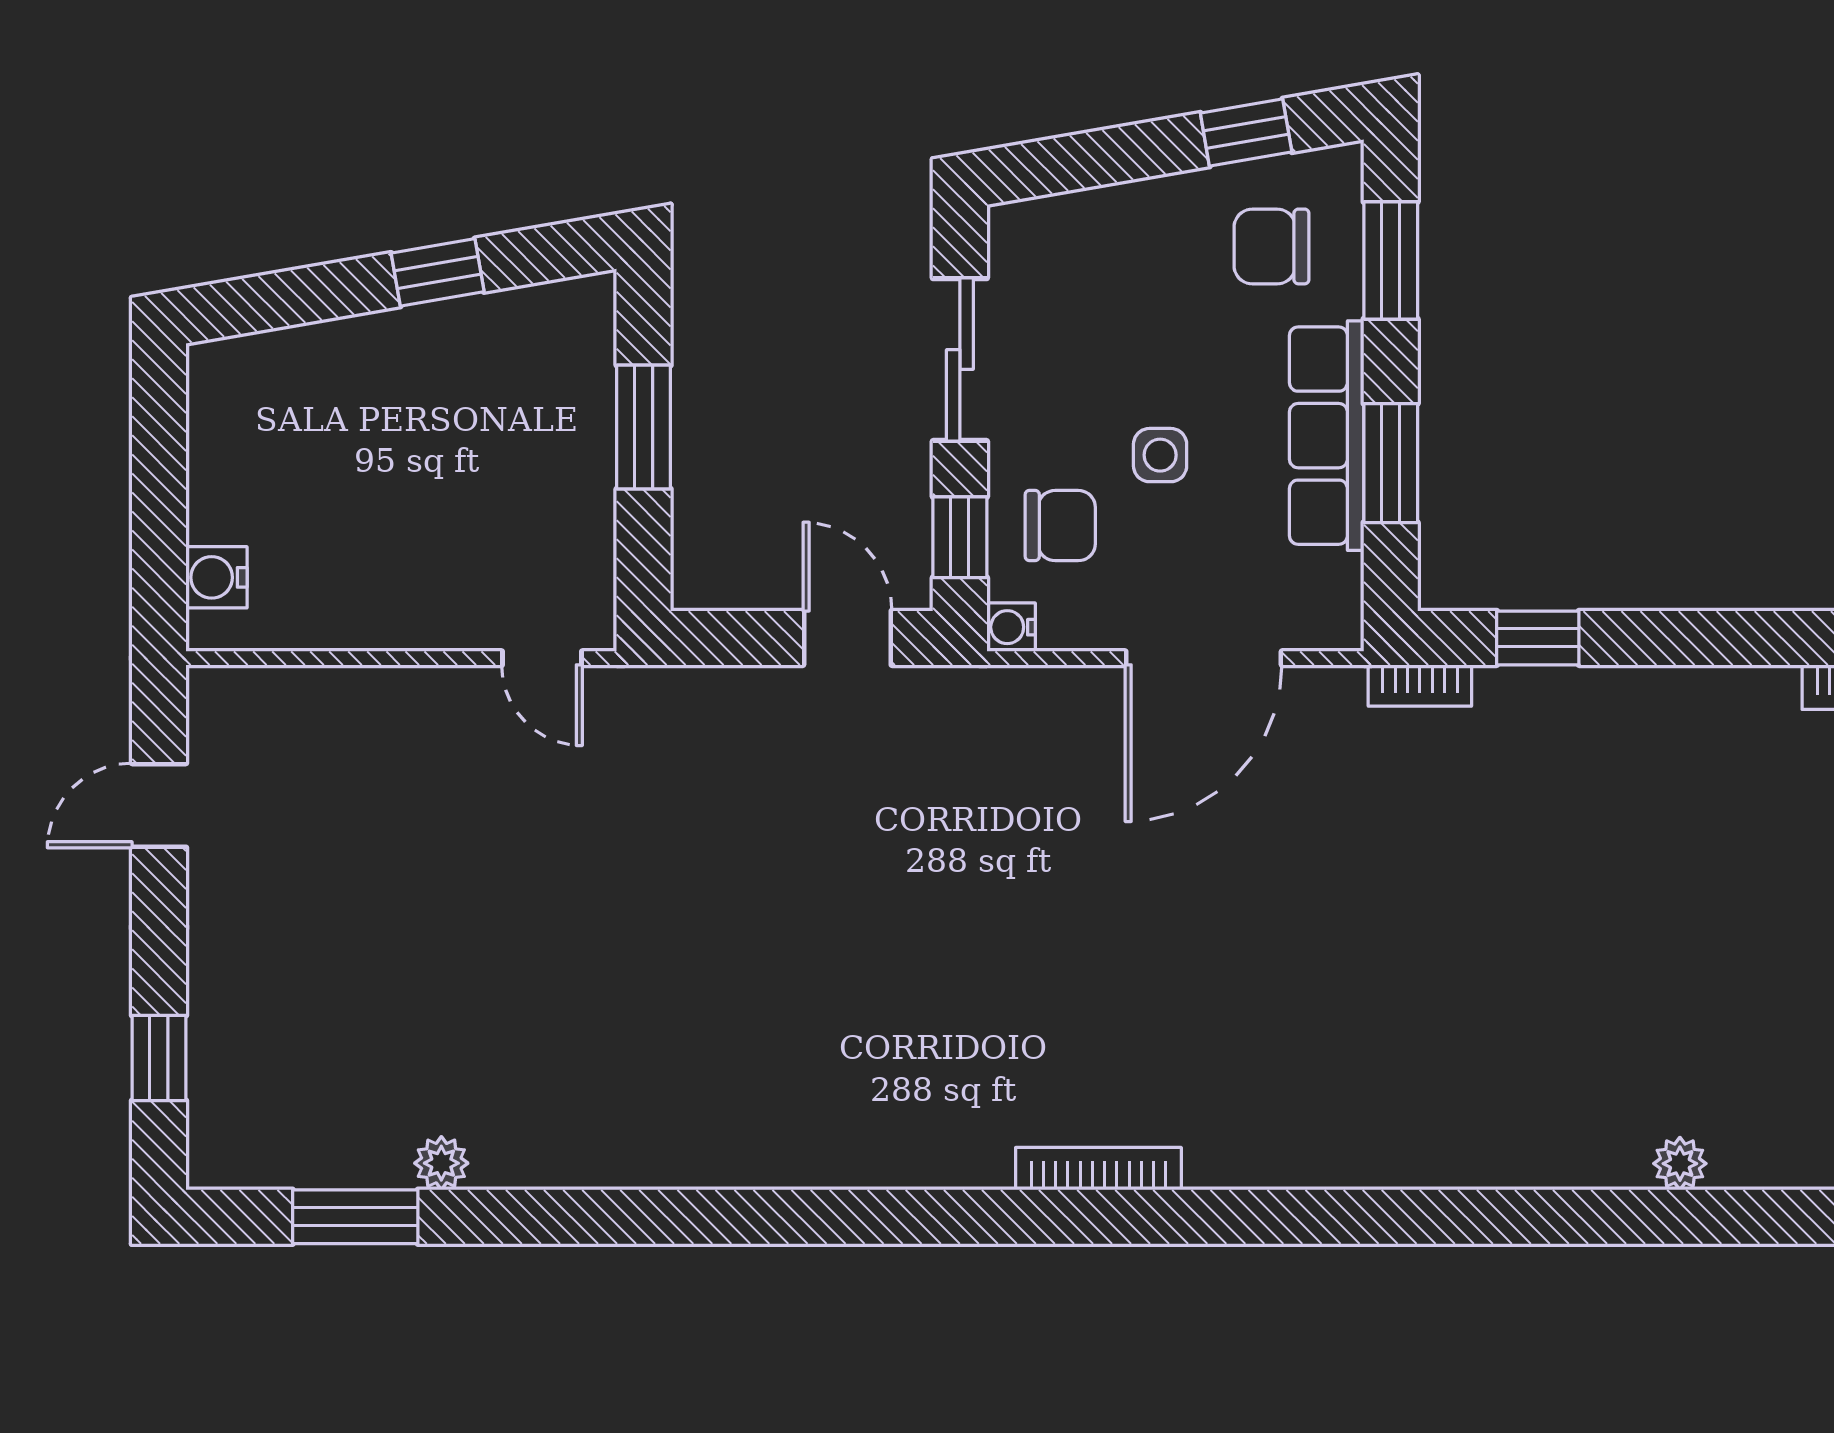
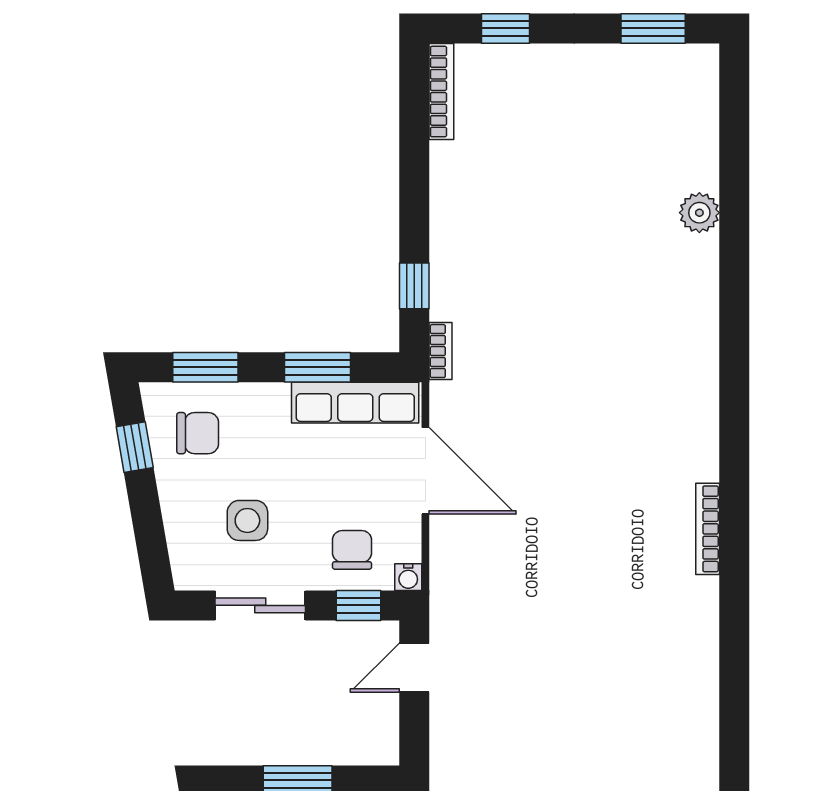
chair: (1271, 246) -> (198, 433), turned -90
row of seats: (1327, 436) -> (355, 403), moved
side table: (1160, 455) -> (247, 520), moved, width x1.37, depth x1.37
plant: (1680, 1164) -> (699, 213), width x1.38, depth x1.38

